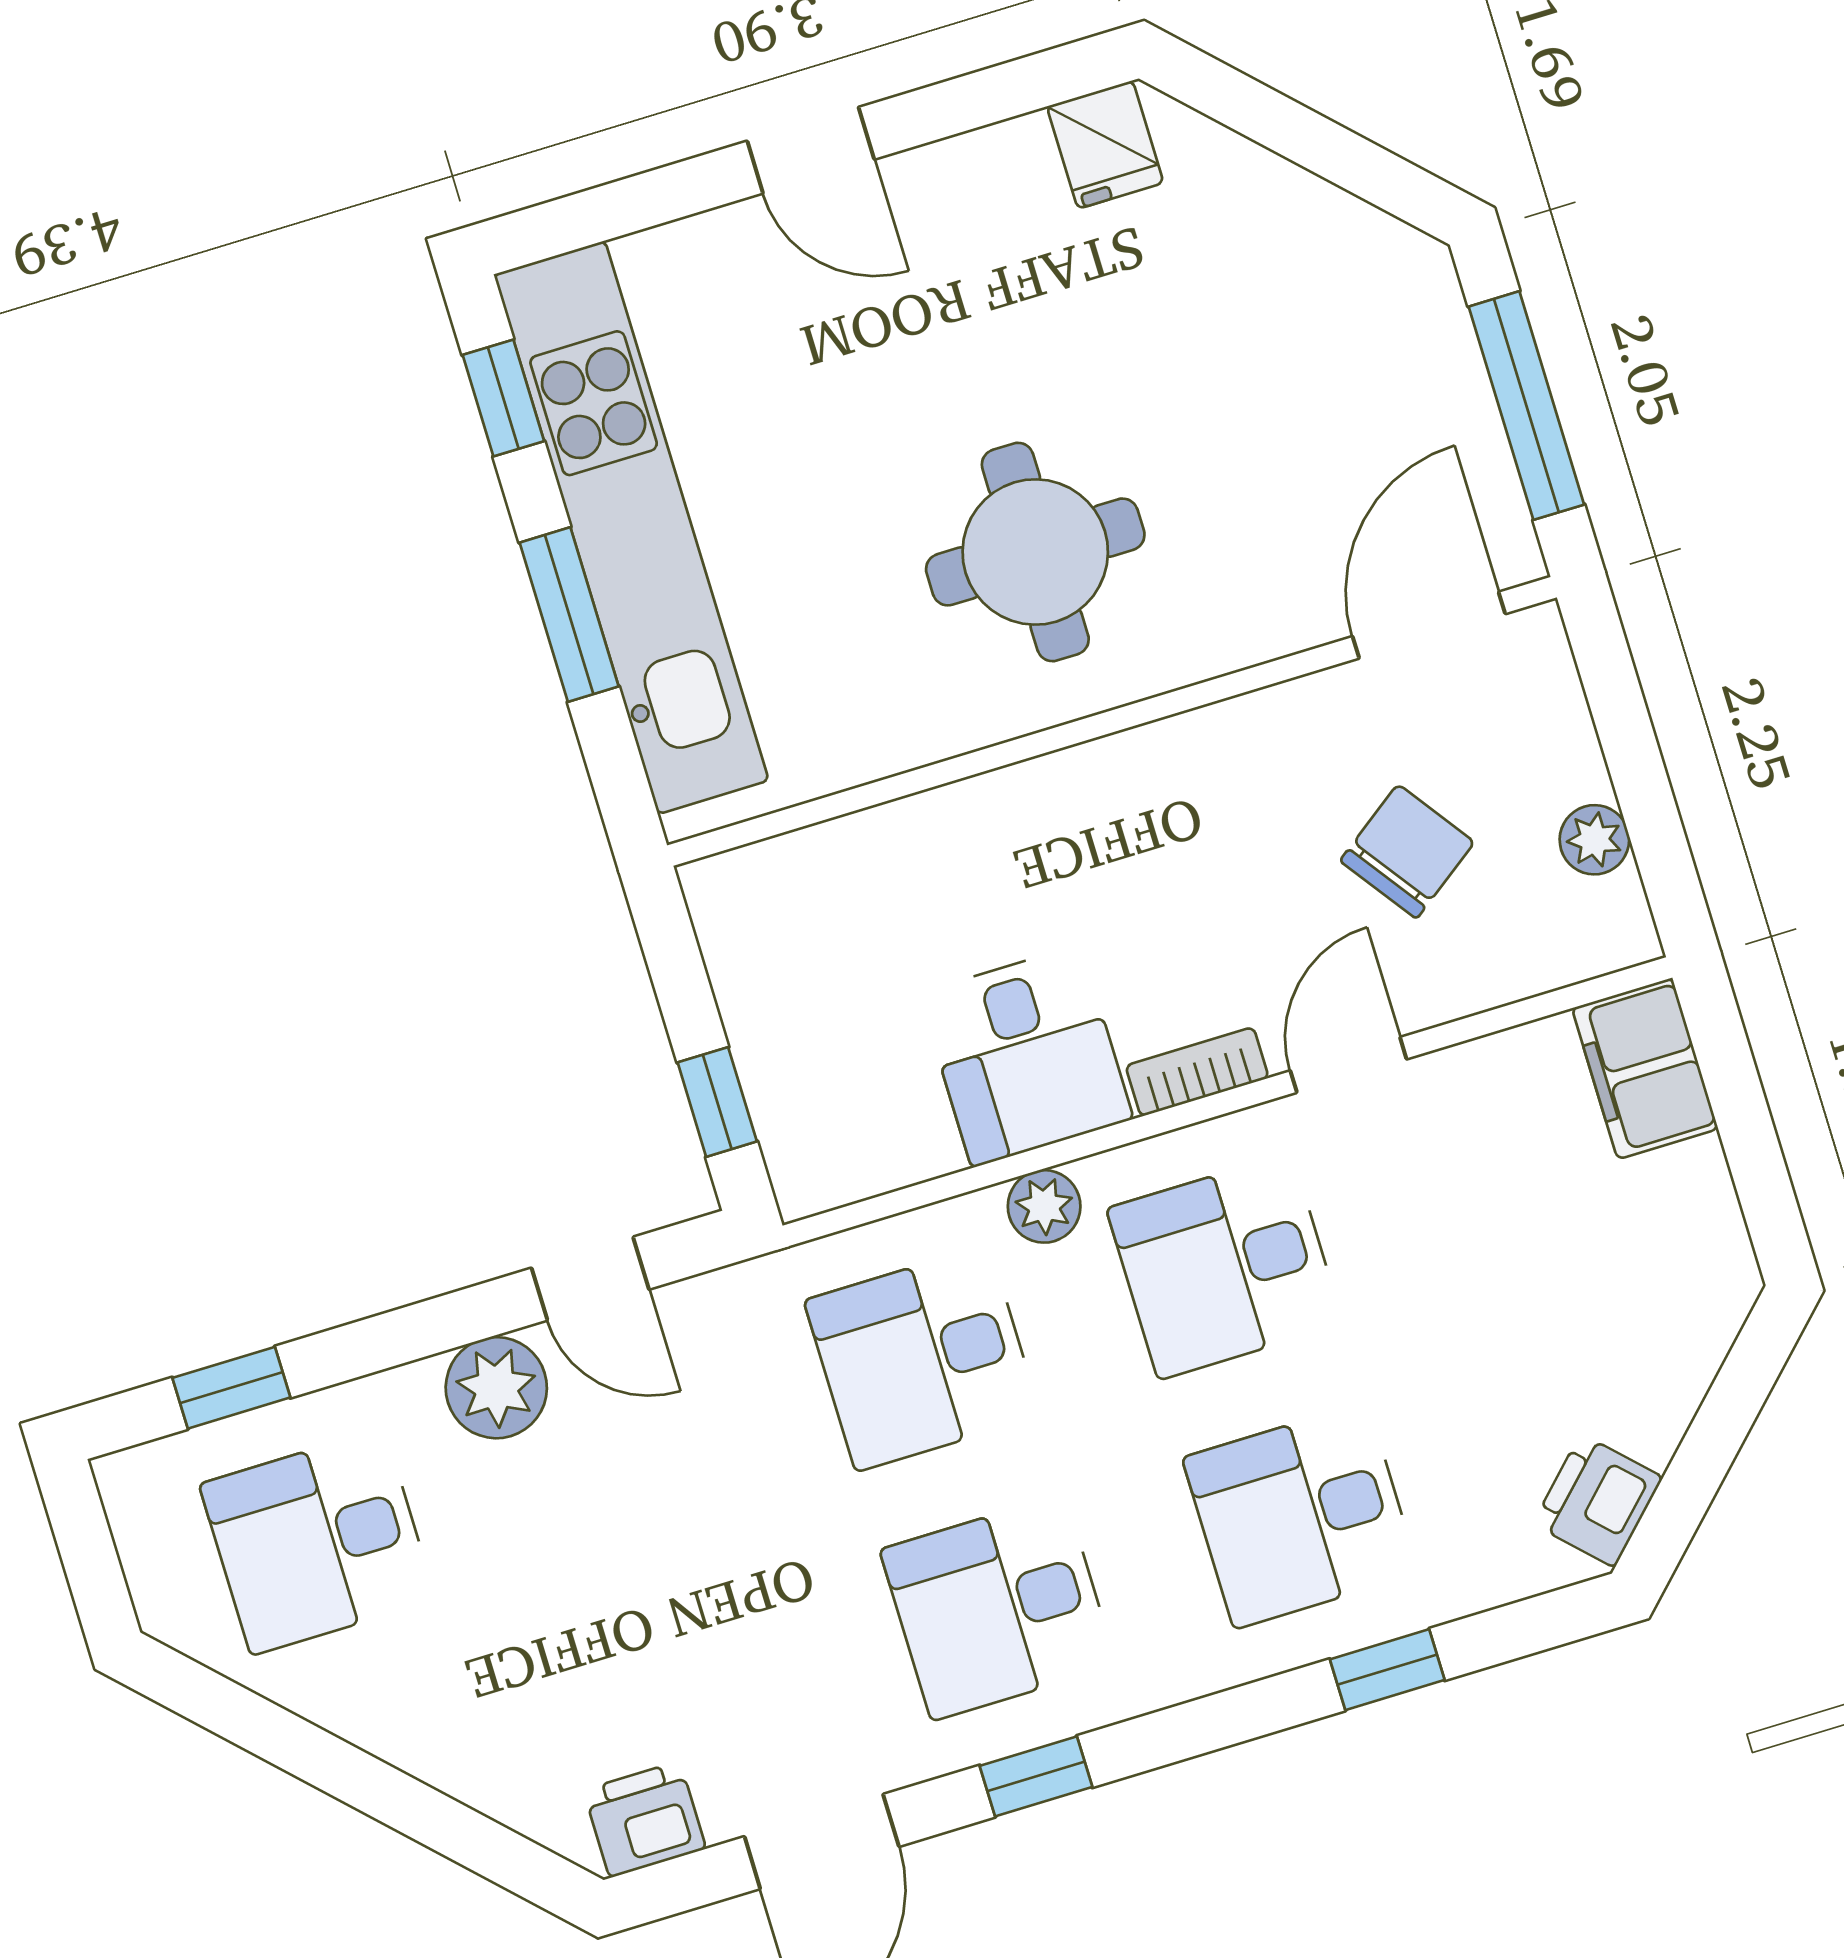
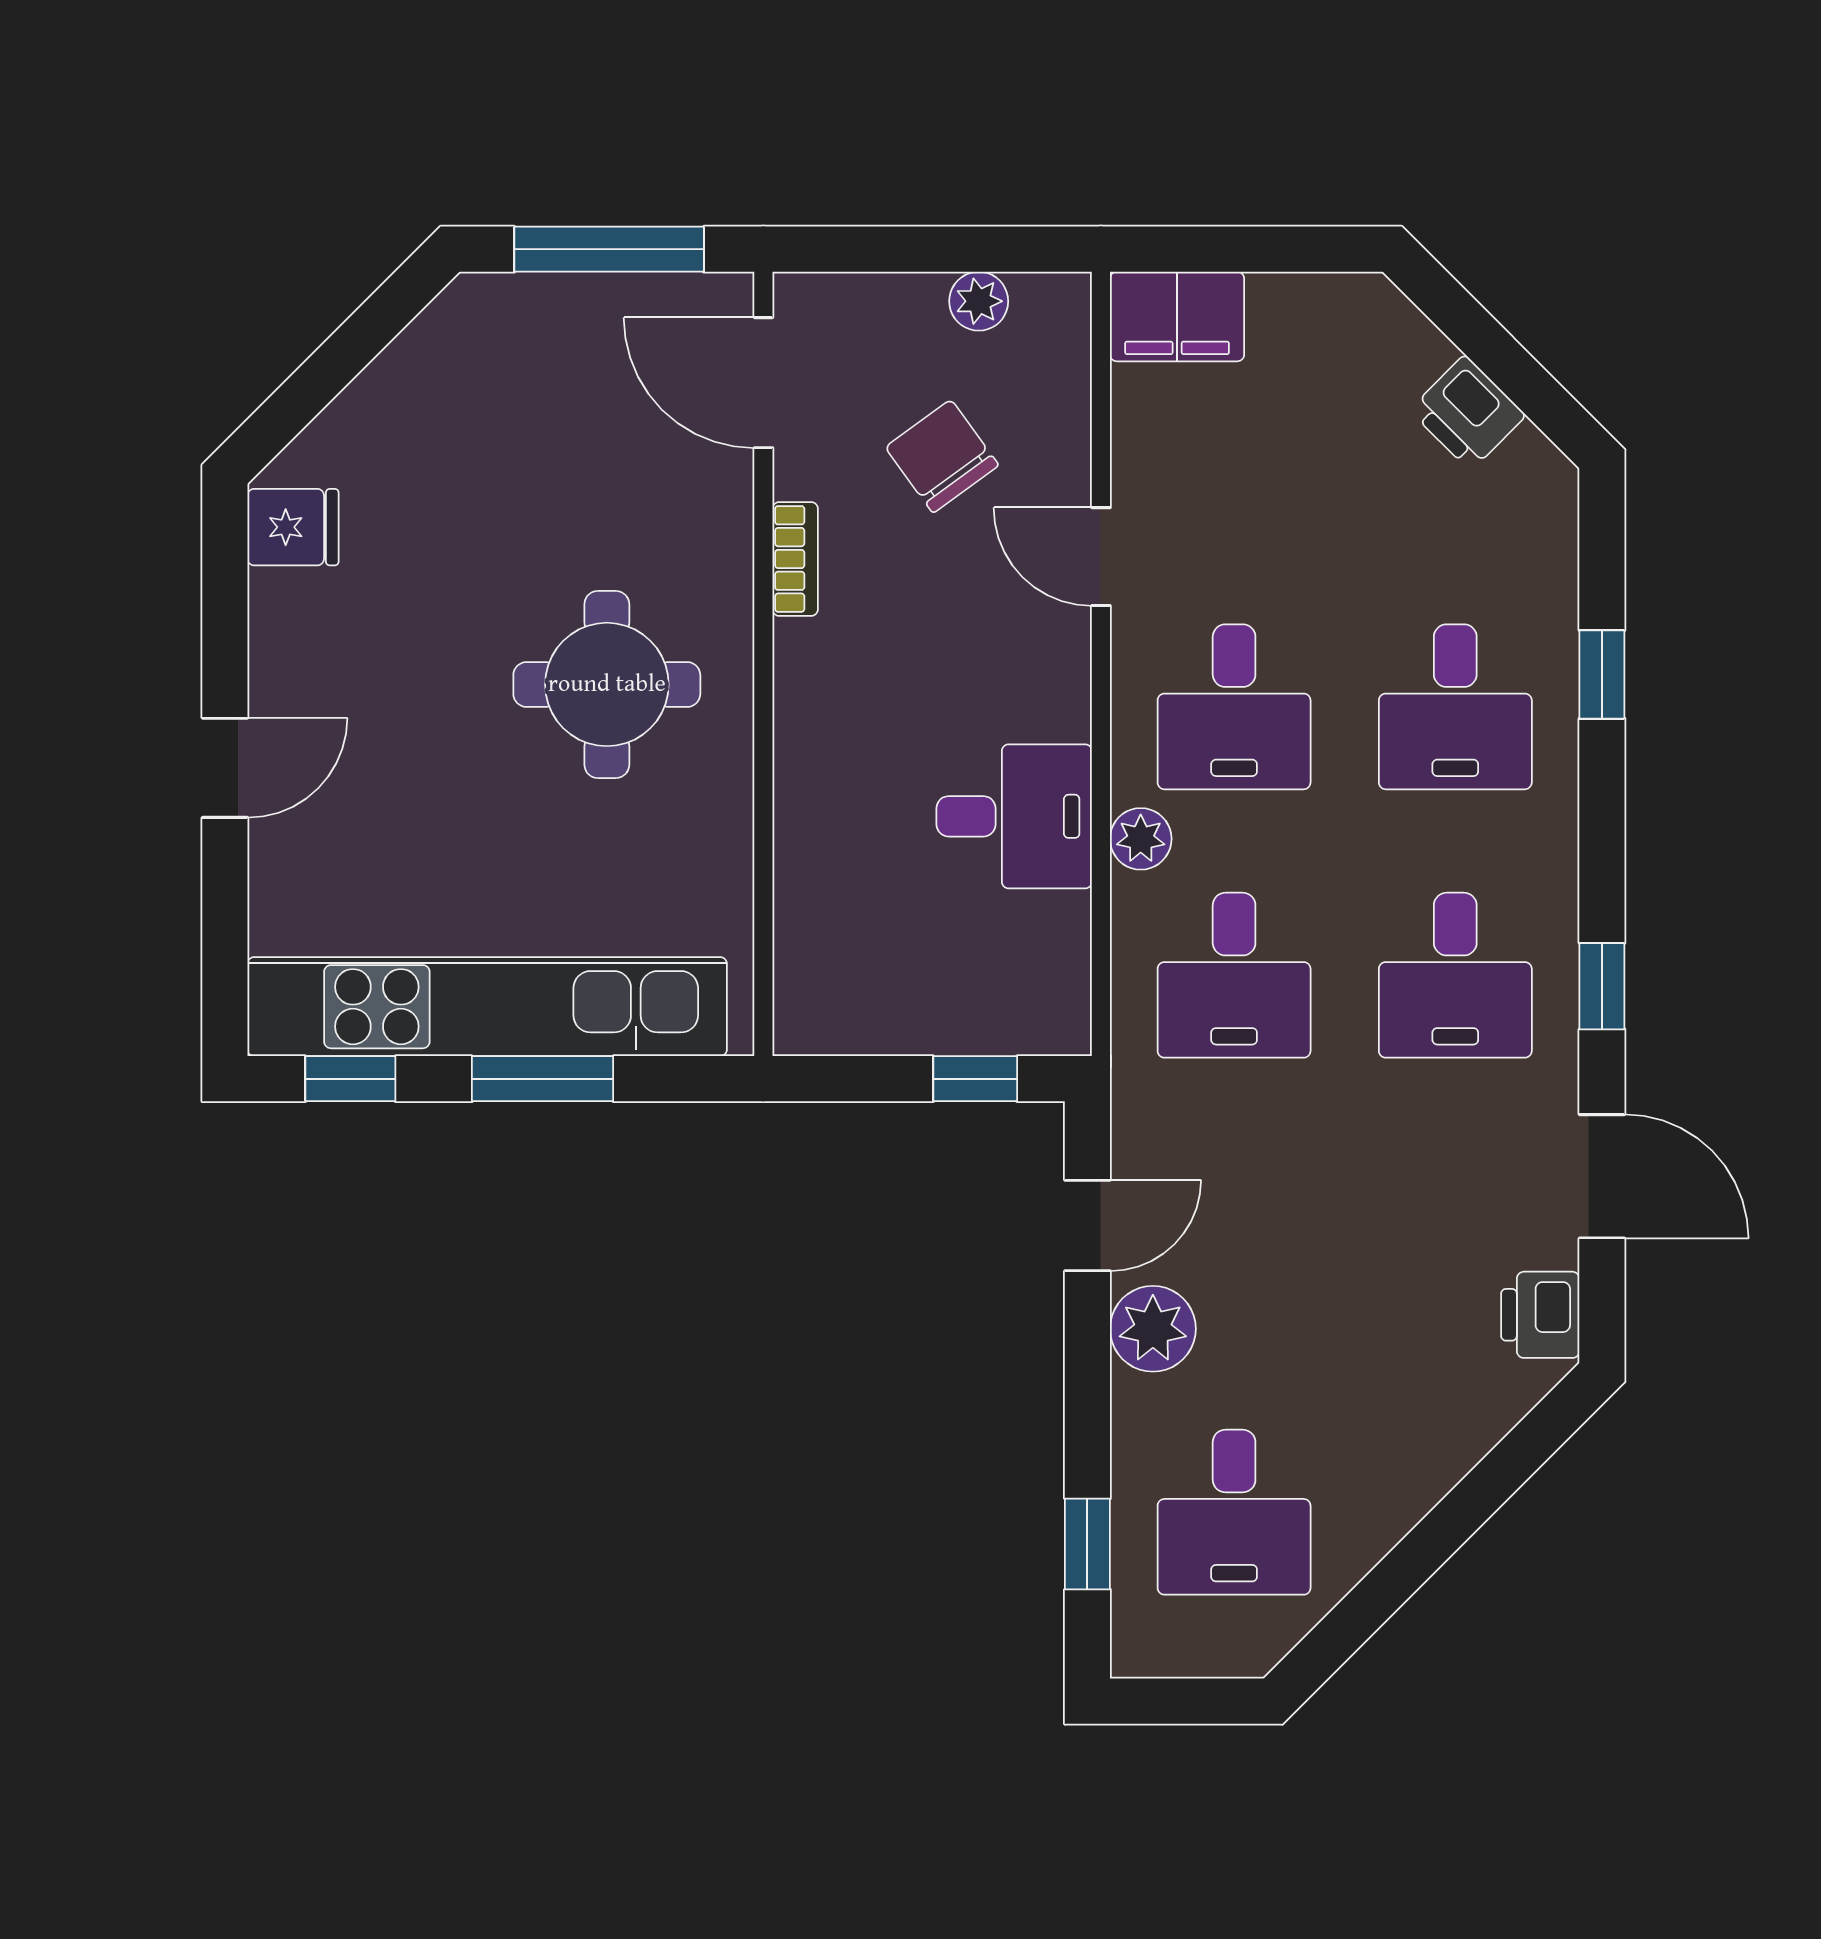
bookcase: (1197, 1072) -> (795, 559), moved, turned 180
printer: (1598, 1501) -> (1468, 413), moved

